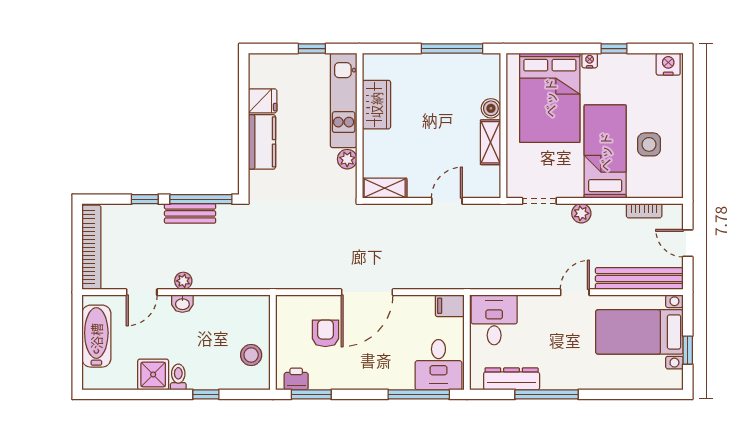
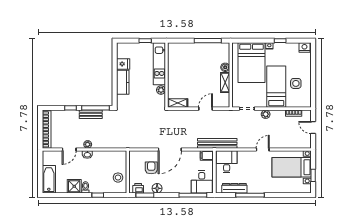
wardrobe: (376, 105) -> (174, 66), removed
bench: (639, 279) -> (217, 143), moved
bathtub: (96, 336) -> (49, 179), moved
floor lamp: (339, 379) -> (157, 188), added

